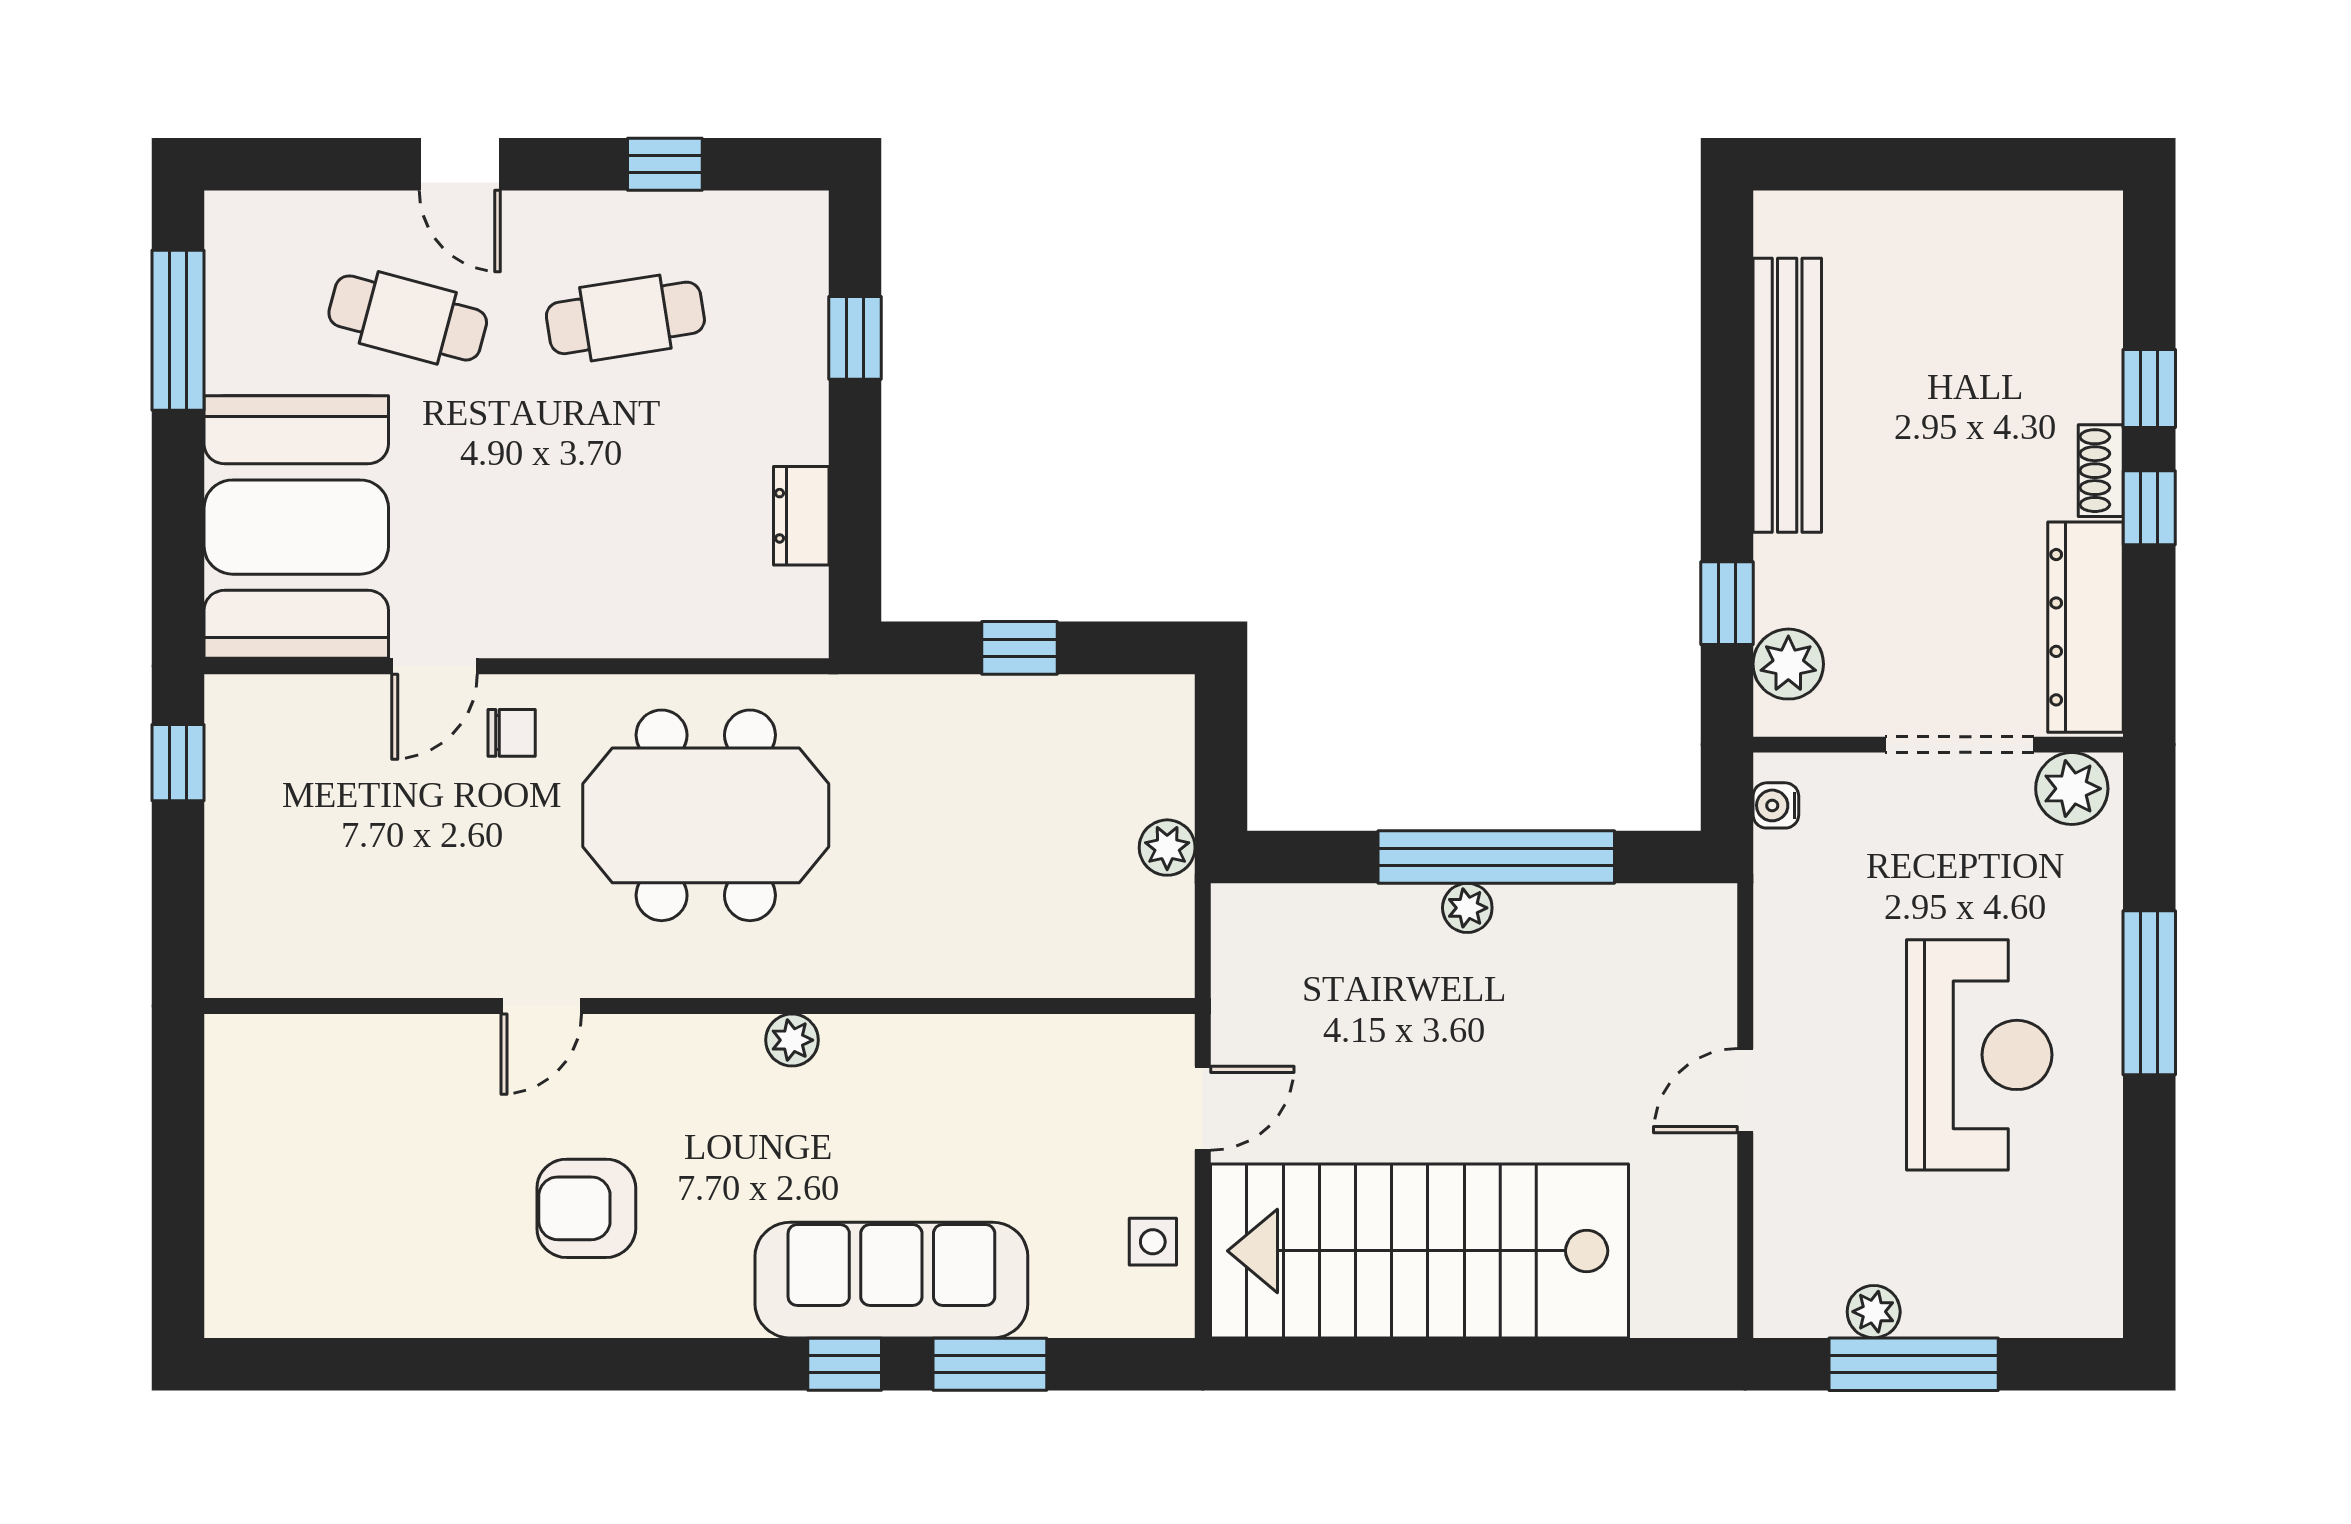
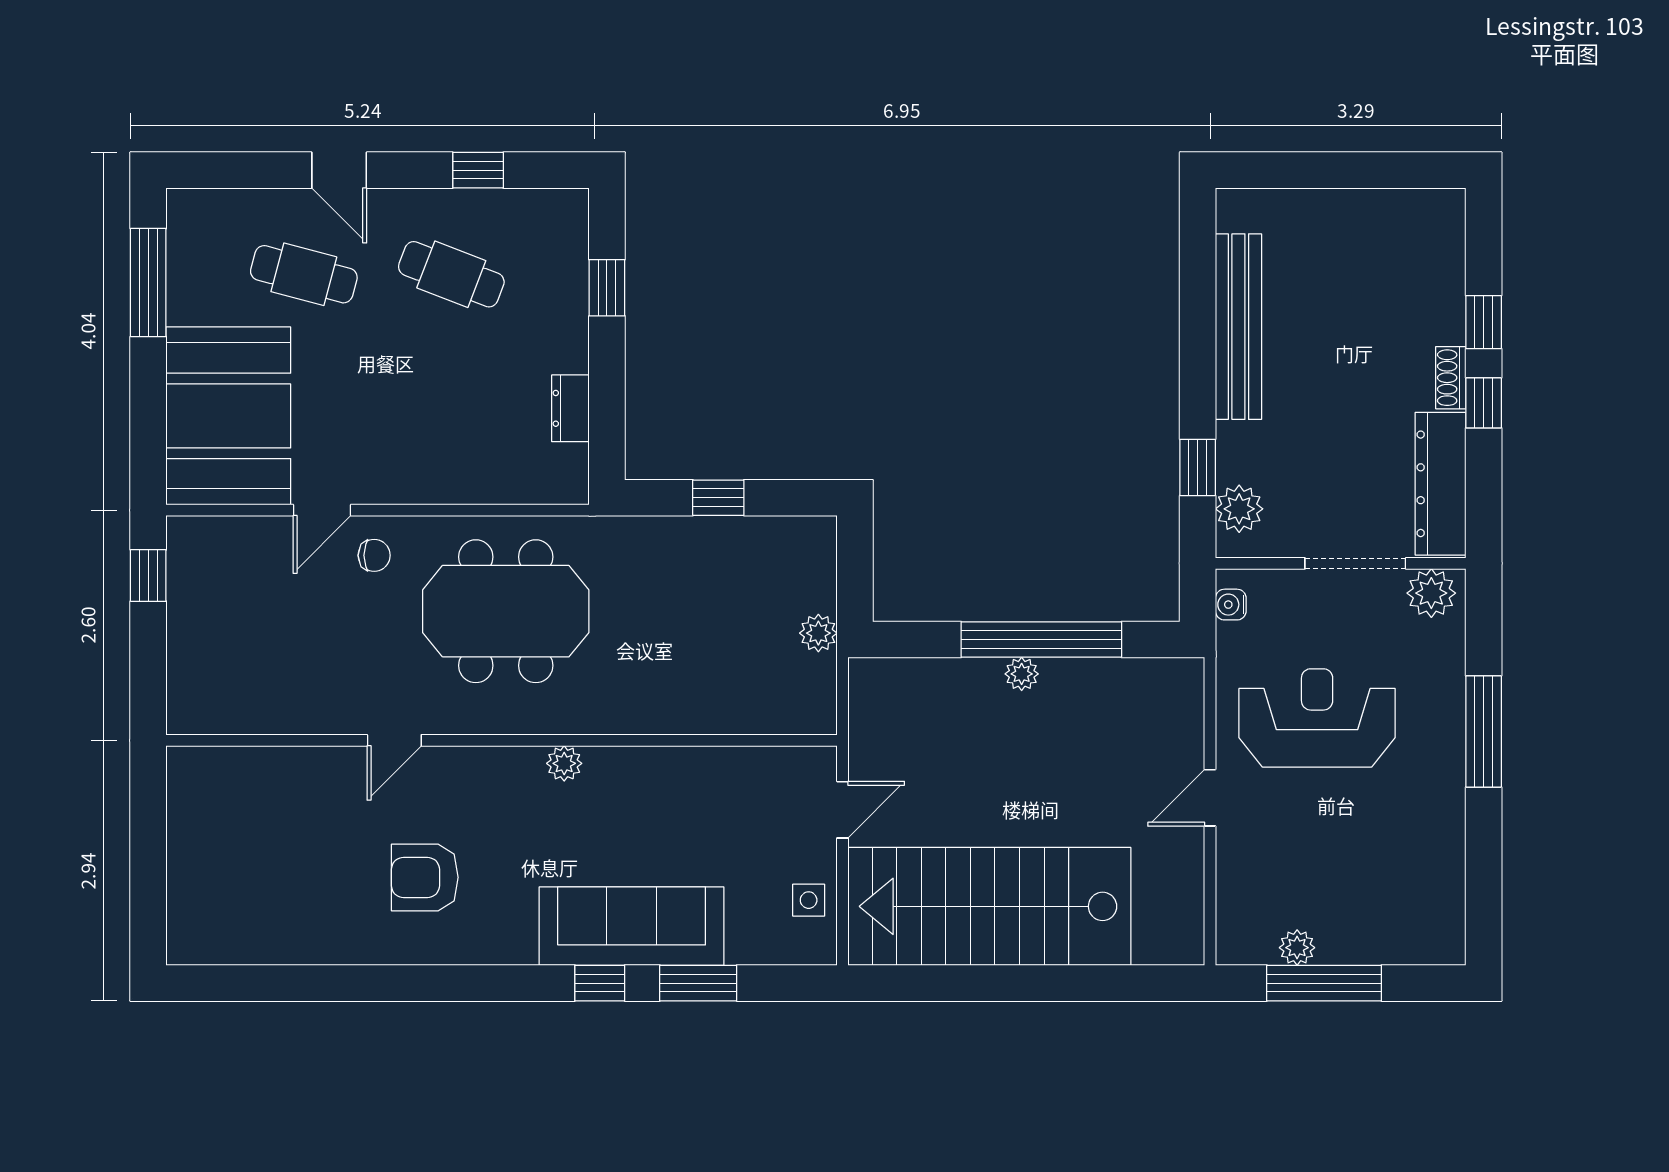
cafe table: (625, 318) -> (451, 274), turned 30
reception desk: (1979, 1055) -> (1317, 718), moved, turned -90

